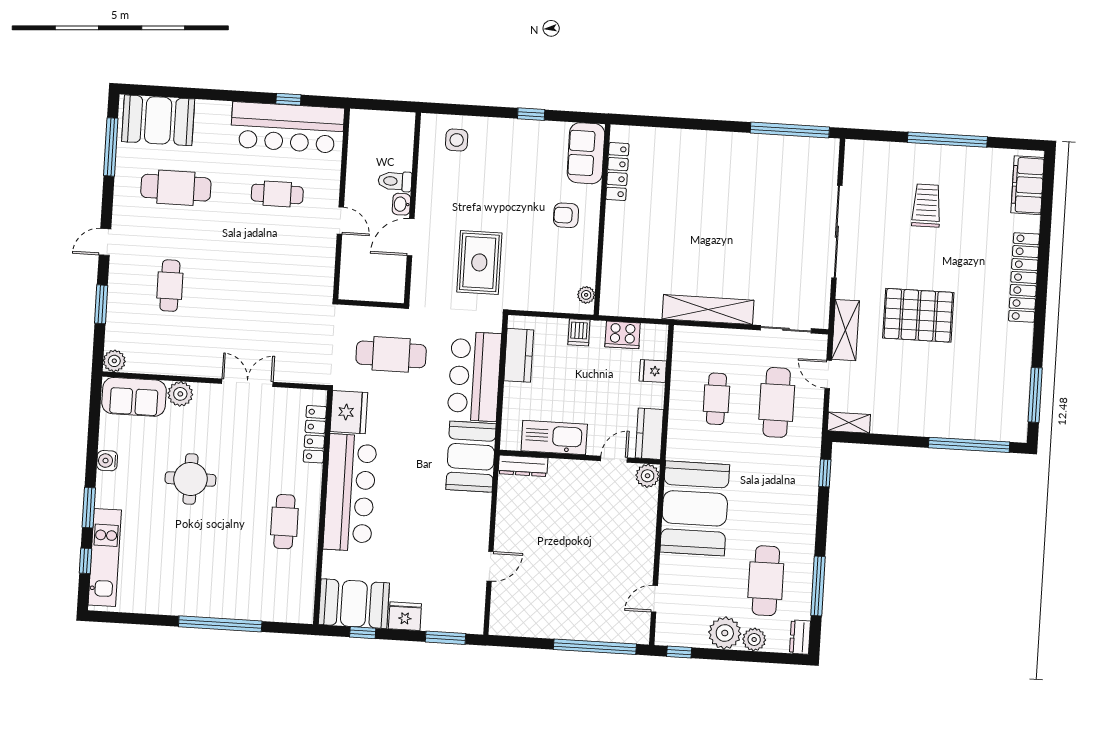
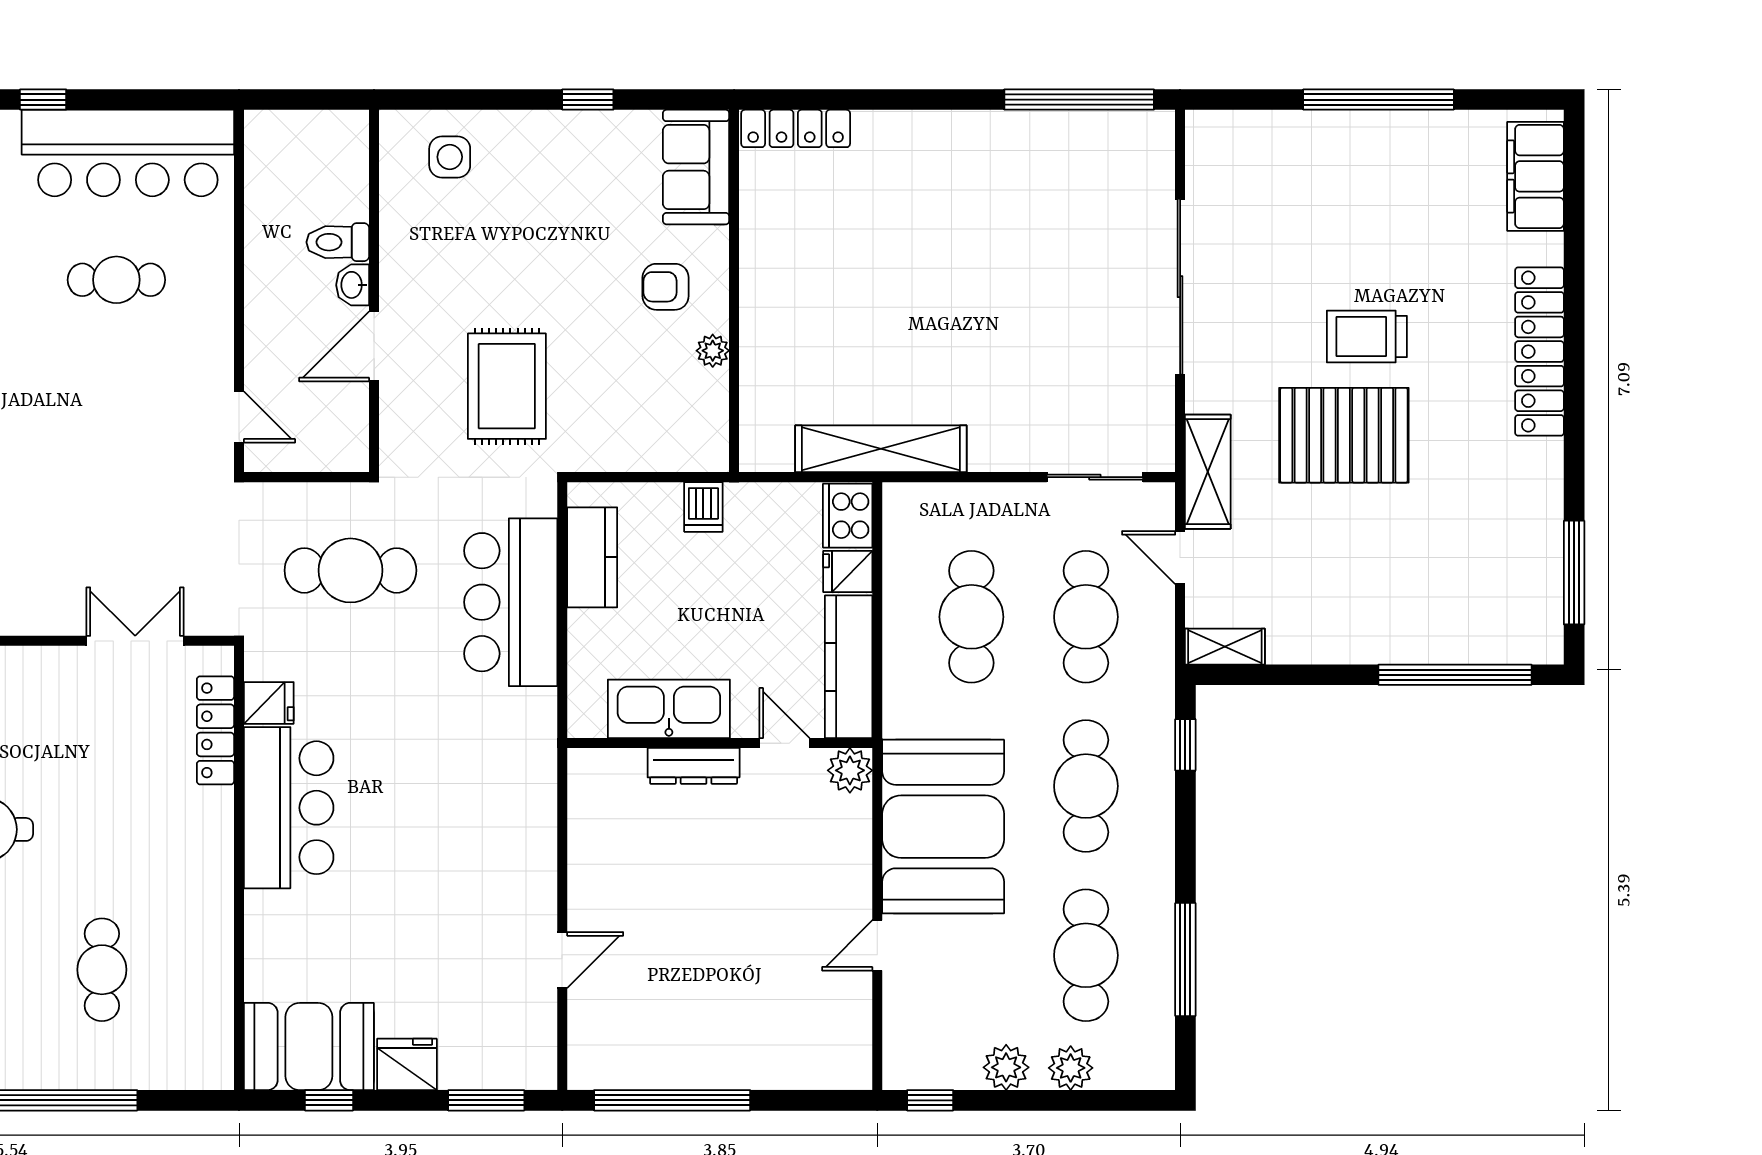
window: (288, 99) -> (43, 100), moved
locker: (617, 172) -> (796, 128), moved, turned 90
trolley: (927, 206) -> (1367, 336), moved, turned -90
door: (340, 221) -> (239, 417), moved
plant: (586, 295) -> (713, 351), moved
shelving: (708, 310) -> (881, 449), moved
cooker: (623, 335) -> (848, 516), moved, turned 90
double door: (247, 383) -> (135, 641), moved
cafe table: (716, 399) -> (971, 617), width x1.37, depth x1.35
fridge: (349, 412) -> (269, 703), width x0.53, depth x0.75
kitchen counter: (649, 434) -> (849, 667), width x1.50
booth: (471, 457) -> (513, 755), removed
door: (614, 459) -> (785, 743), hinge flipped
dresser: (523, 466) -> (694, 766), moved
cafe table: (771, 492) -> (1086, 786), added
bar counter: (350, 493) -> (289, 808), width x0.73
cafe table: (284, 522) -> (102, 970), moved
door: (654, 599) -> (877, 945), moved
plant: (725, 633) -> (1006, 1067), width x0.73, depth x0.73
dresser: (800, 637) -> (1157, 1058), removed
window: (595, 647) -> (672, 1100), moved

